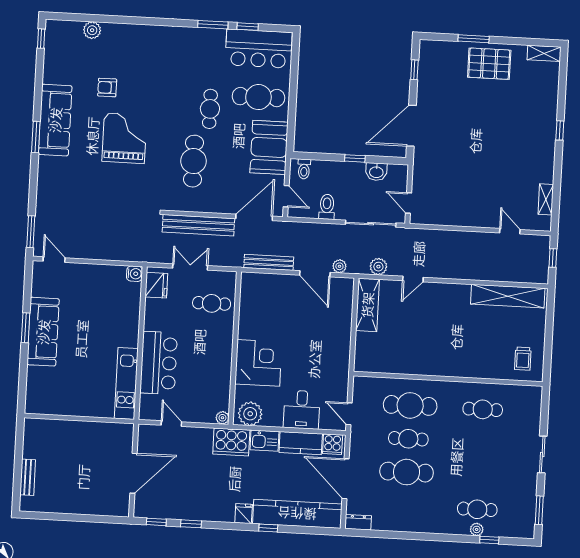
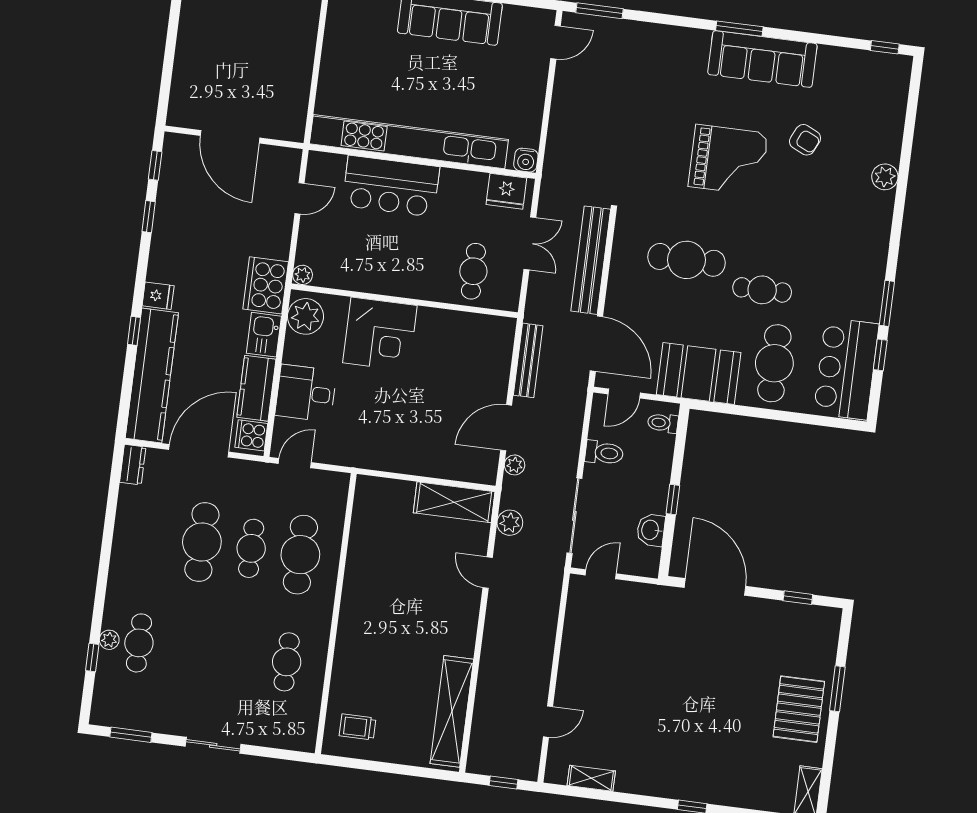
plant: (92, 30) -> (885, 177), moved
armchair: (107, 88) -> (805, 140), turned 115
kitchen unit: (126, 383) -> (409, 142), width x1.86

